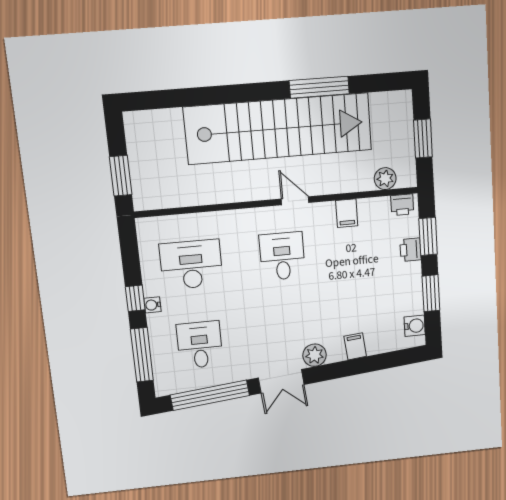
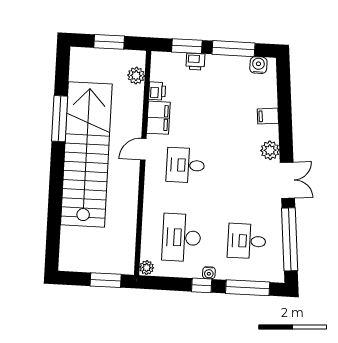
printer: (402, 205) -> (157, 91), moved
filing cabinet: (347, 213) -> (158, 118), width x2.00
plant: (146, 226) -> (147, 268), added
window: (431, 293) -> (234, 49), width x1.44

